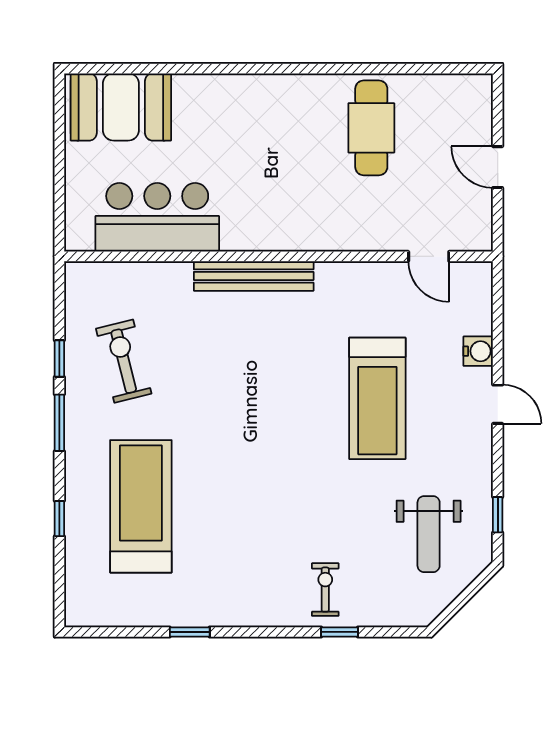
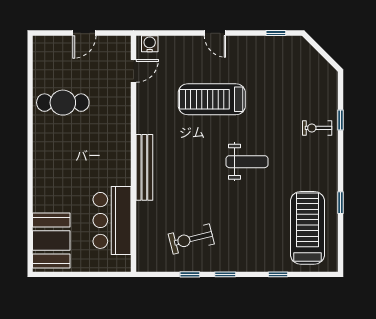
water cooler: (478, 351) -> (150, 44), moved
treadmill: (377, 398) -> (212, 99), turned 180
door: (498, 404) -> (215, 33), swing flipped
window: (59, 423) -> (225, 274), width x0.67
treadmill: (141, 506) -> (307, 228), moved, turned 90
weight bench: (429, 534) -> (247, 162), moved

